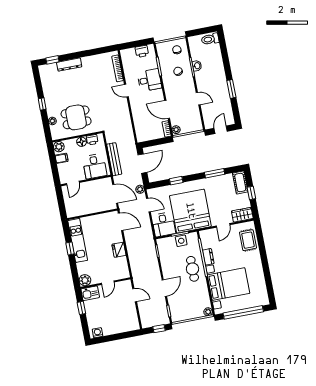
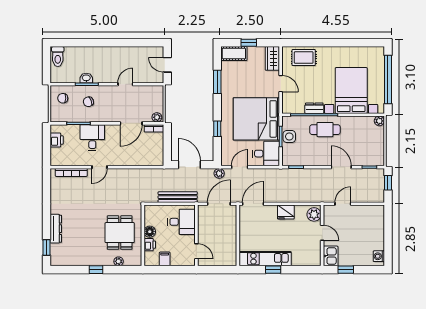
window: (231, 89) -> (121, 43), removed
printer: (92, 140) -> (150, 245), moved
plant: (59, 147) -> (150, 260), removed
plant: (85, 280) -> (314, 214), moved

